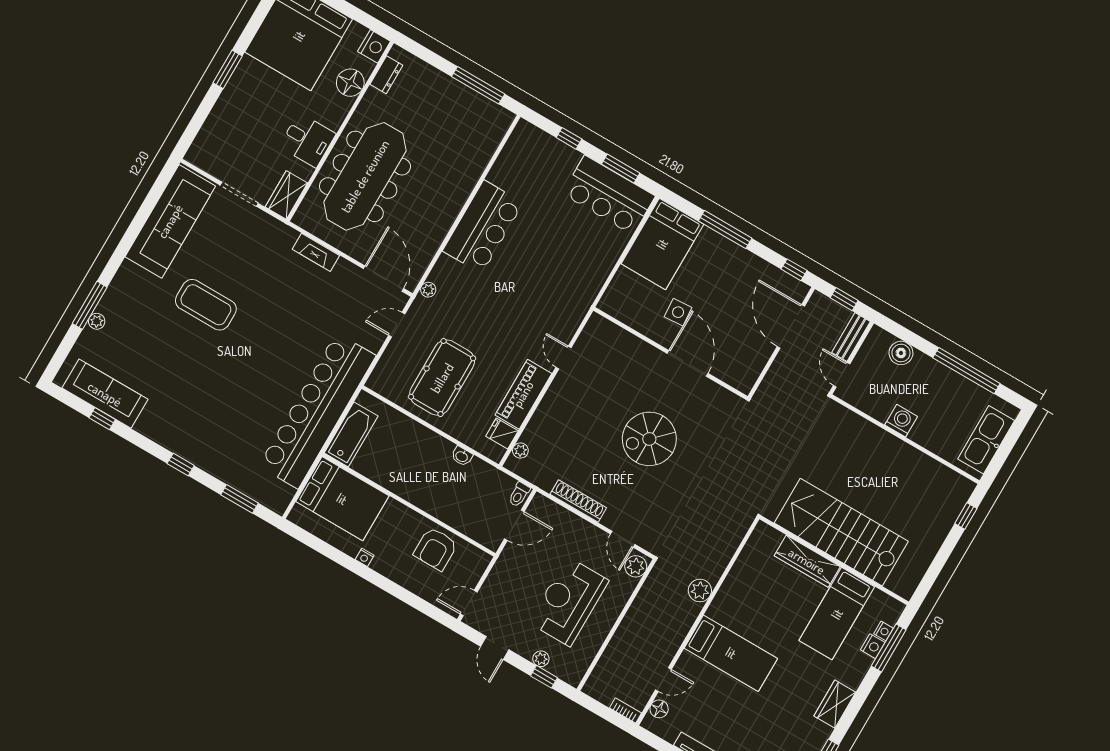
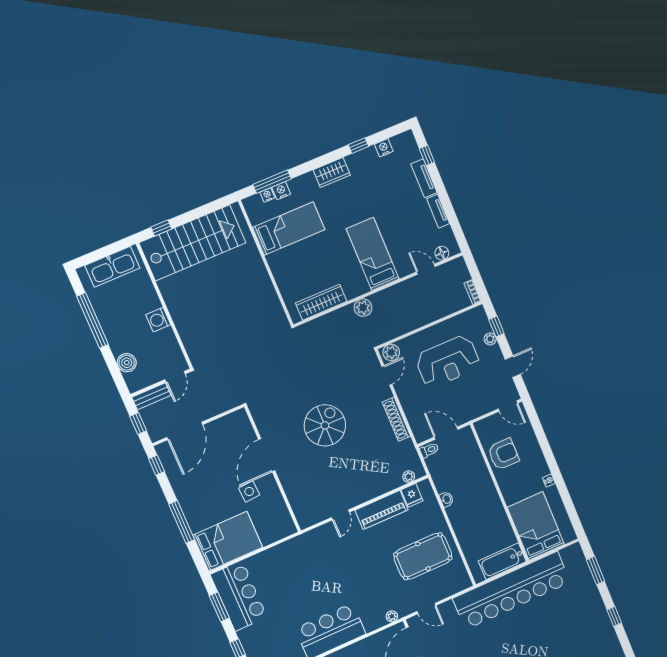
spiral stairs: (649, 439) -> (325, 425), turned -90
stairs: (841, 532) -> (192, 243), moved, turned -90
wardrobe: (807, 561) -> (321, 302), moved, turned -90
bookcase: (626, 710) -> (473, 292), moved

